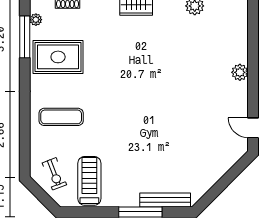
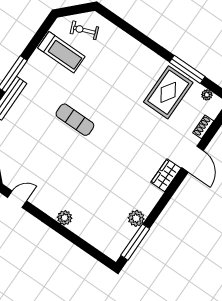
window: (25, 37) -> (187, 69), moved
exercise mat: (61, 117) -> (75, 120), moved, turned 90

